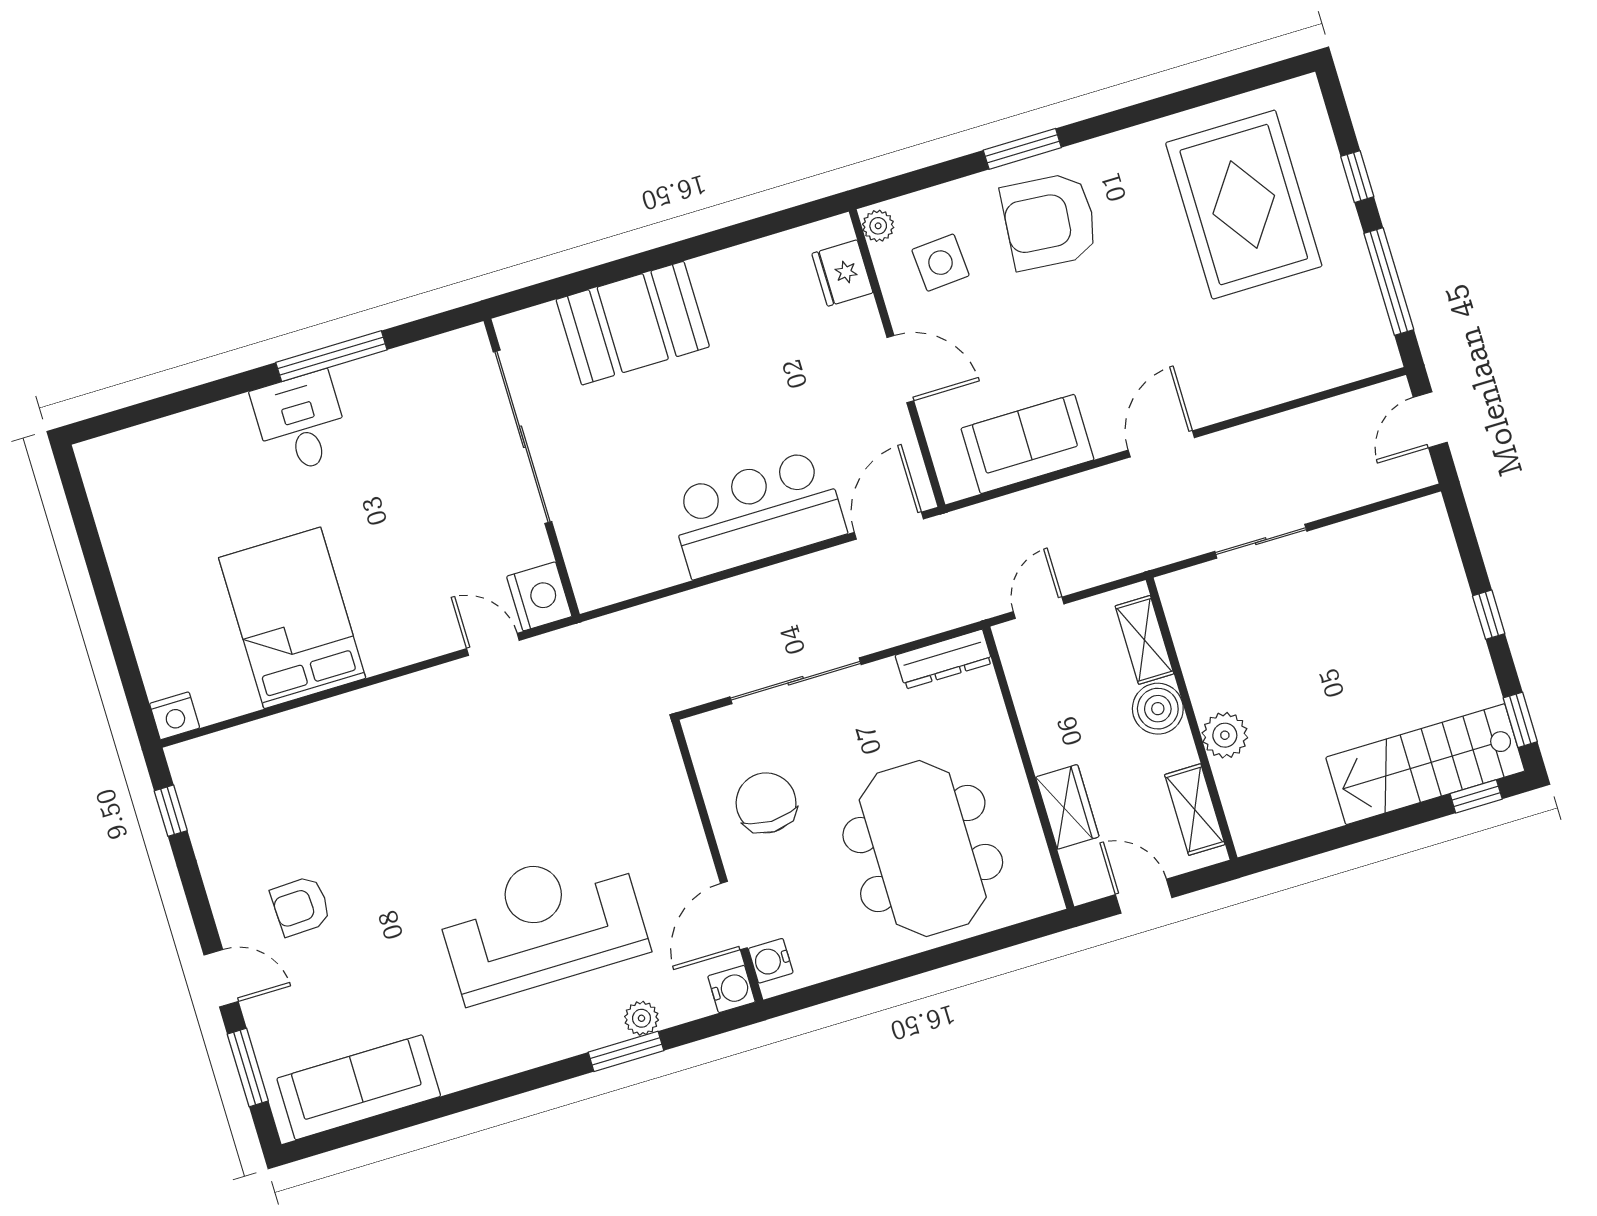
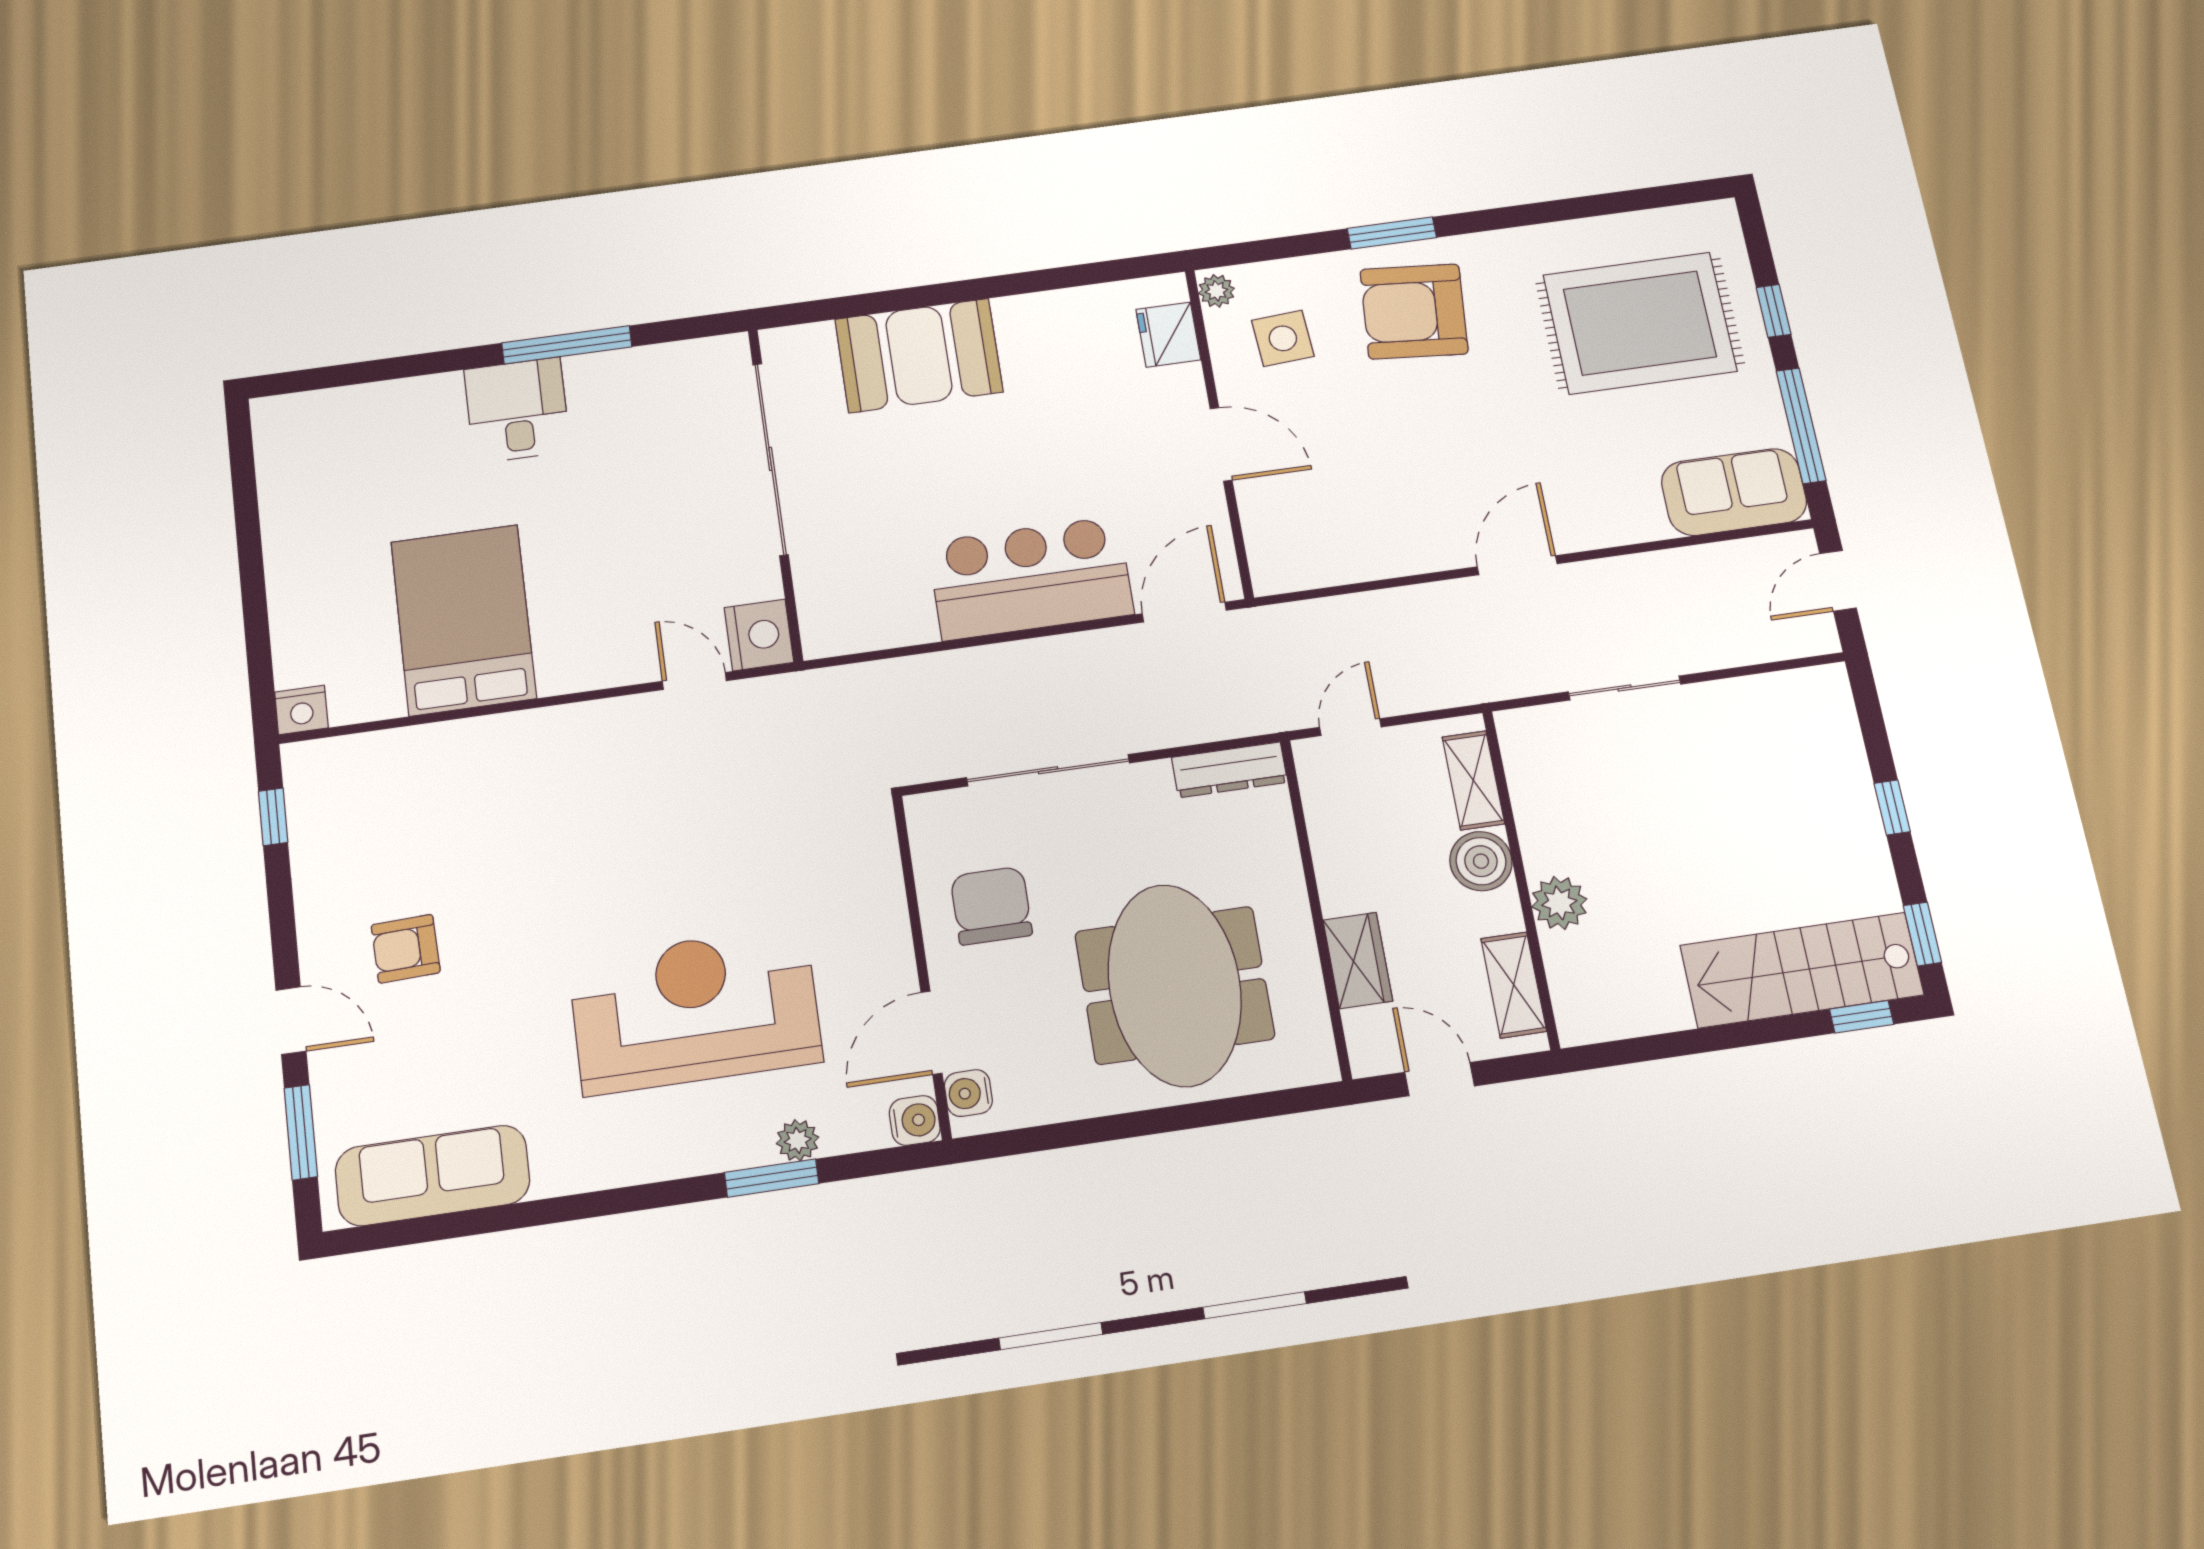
rug: (1244, 205) -> (1640, 323), turned 90
sofa: (1027, 444) -> (1734, 492), moved

